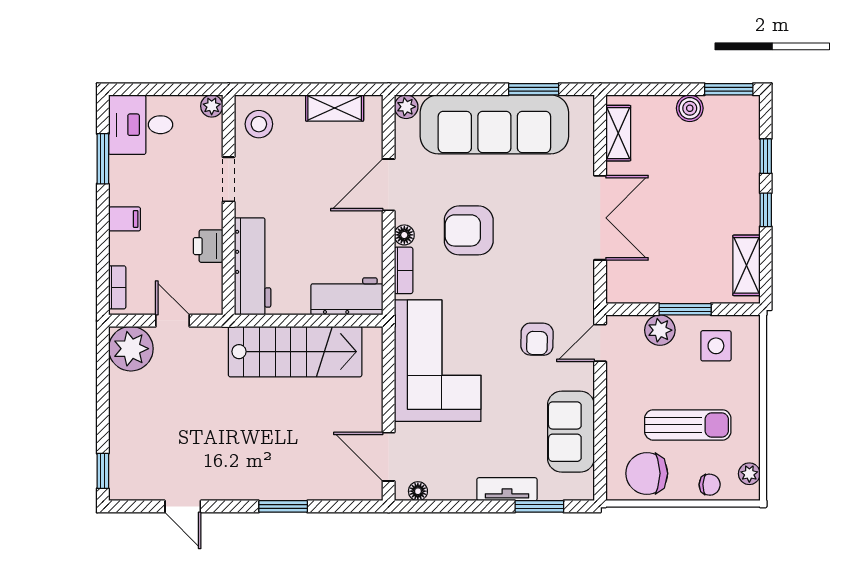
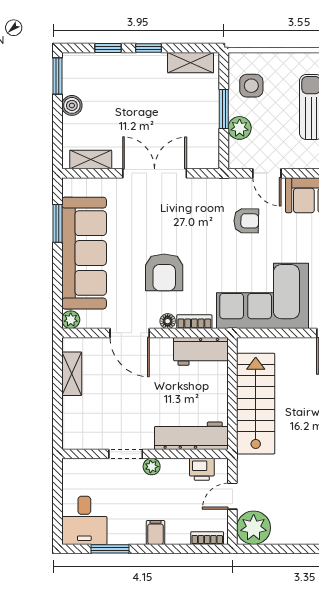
plant: (212, 106) -> (152, 467), moved
stool: (259, 124) -> (84, 431), removed
printer: (208, 246) -> (202, 469), moved
workbench: (347, 296) -> (201, 351), moved, turned -90
door: (600, 343) -> (267, 173), moved

